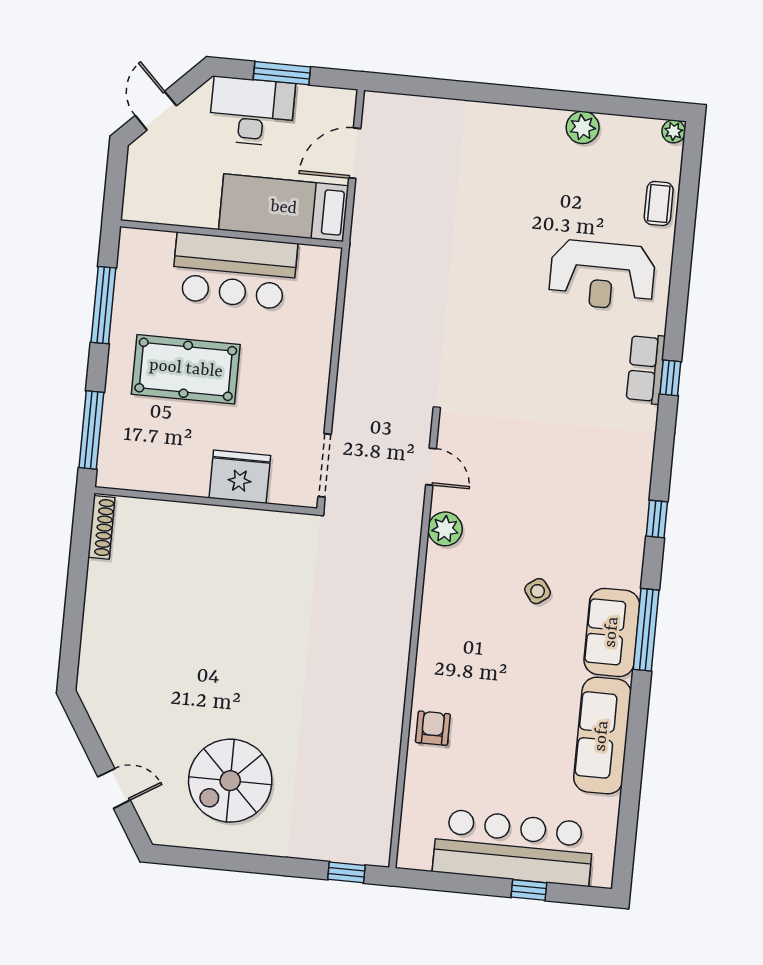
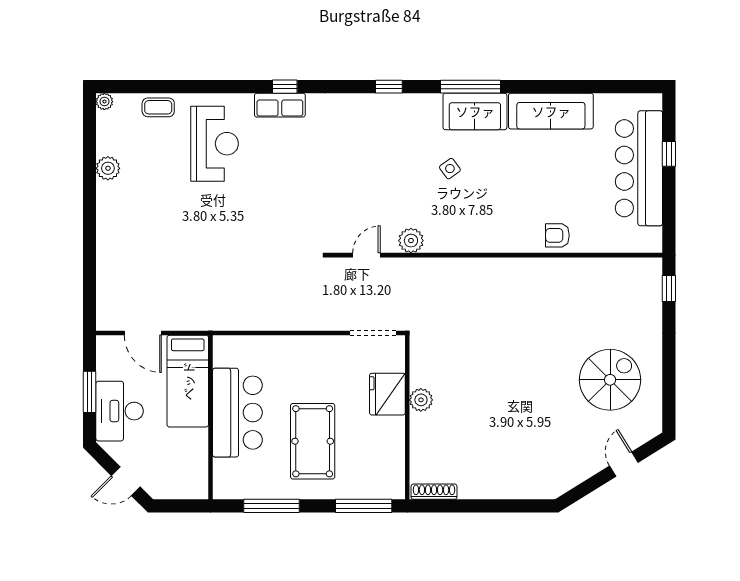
plant: (228, 522) -> (421, 400), added
spiral stairs: (230, 781) -> (610, 380), turned -90

